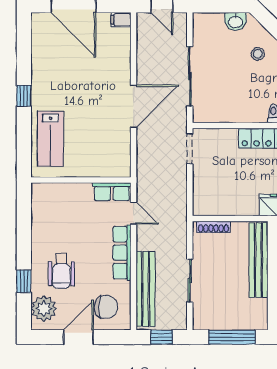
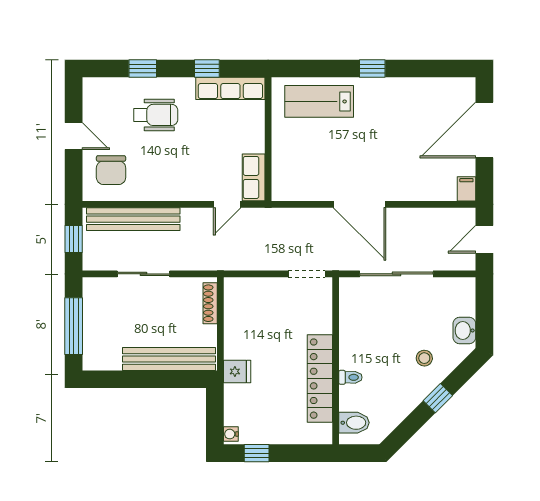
window: (24, 229) -> (207, 69), added
row of seats: (122, 253) -> (230, 88), moved, turned 180
wheelchair: (61, 271) -> (156, 115), turned 180
plant: (44, 309) -> (109, 93), removed
door: (79, 337) -> (74, 136), width x0.73

